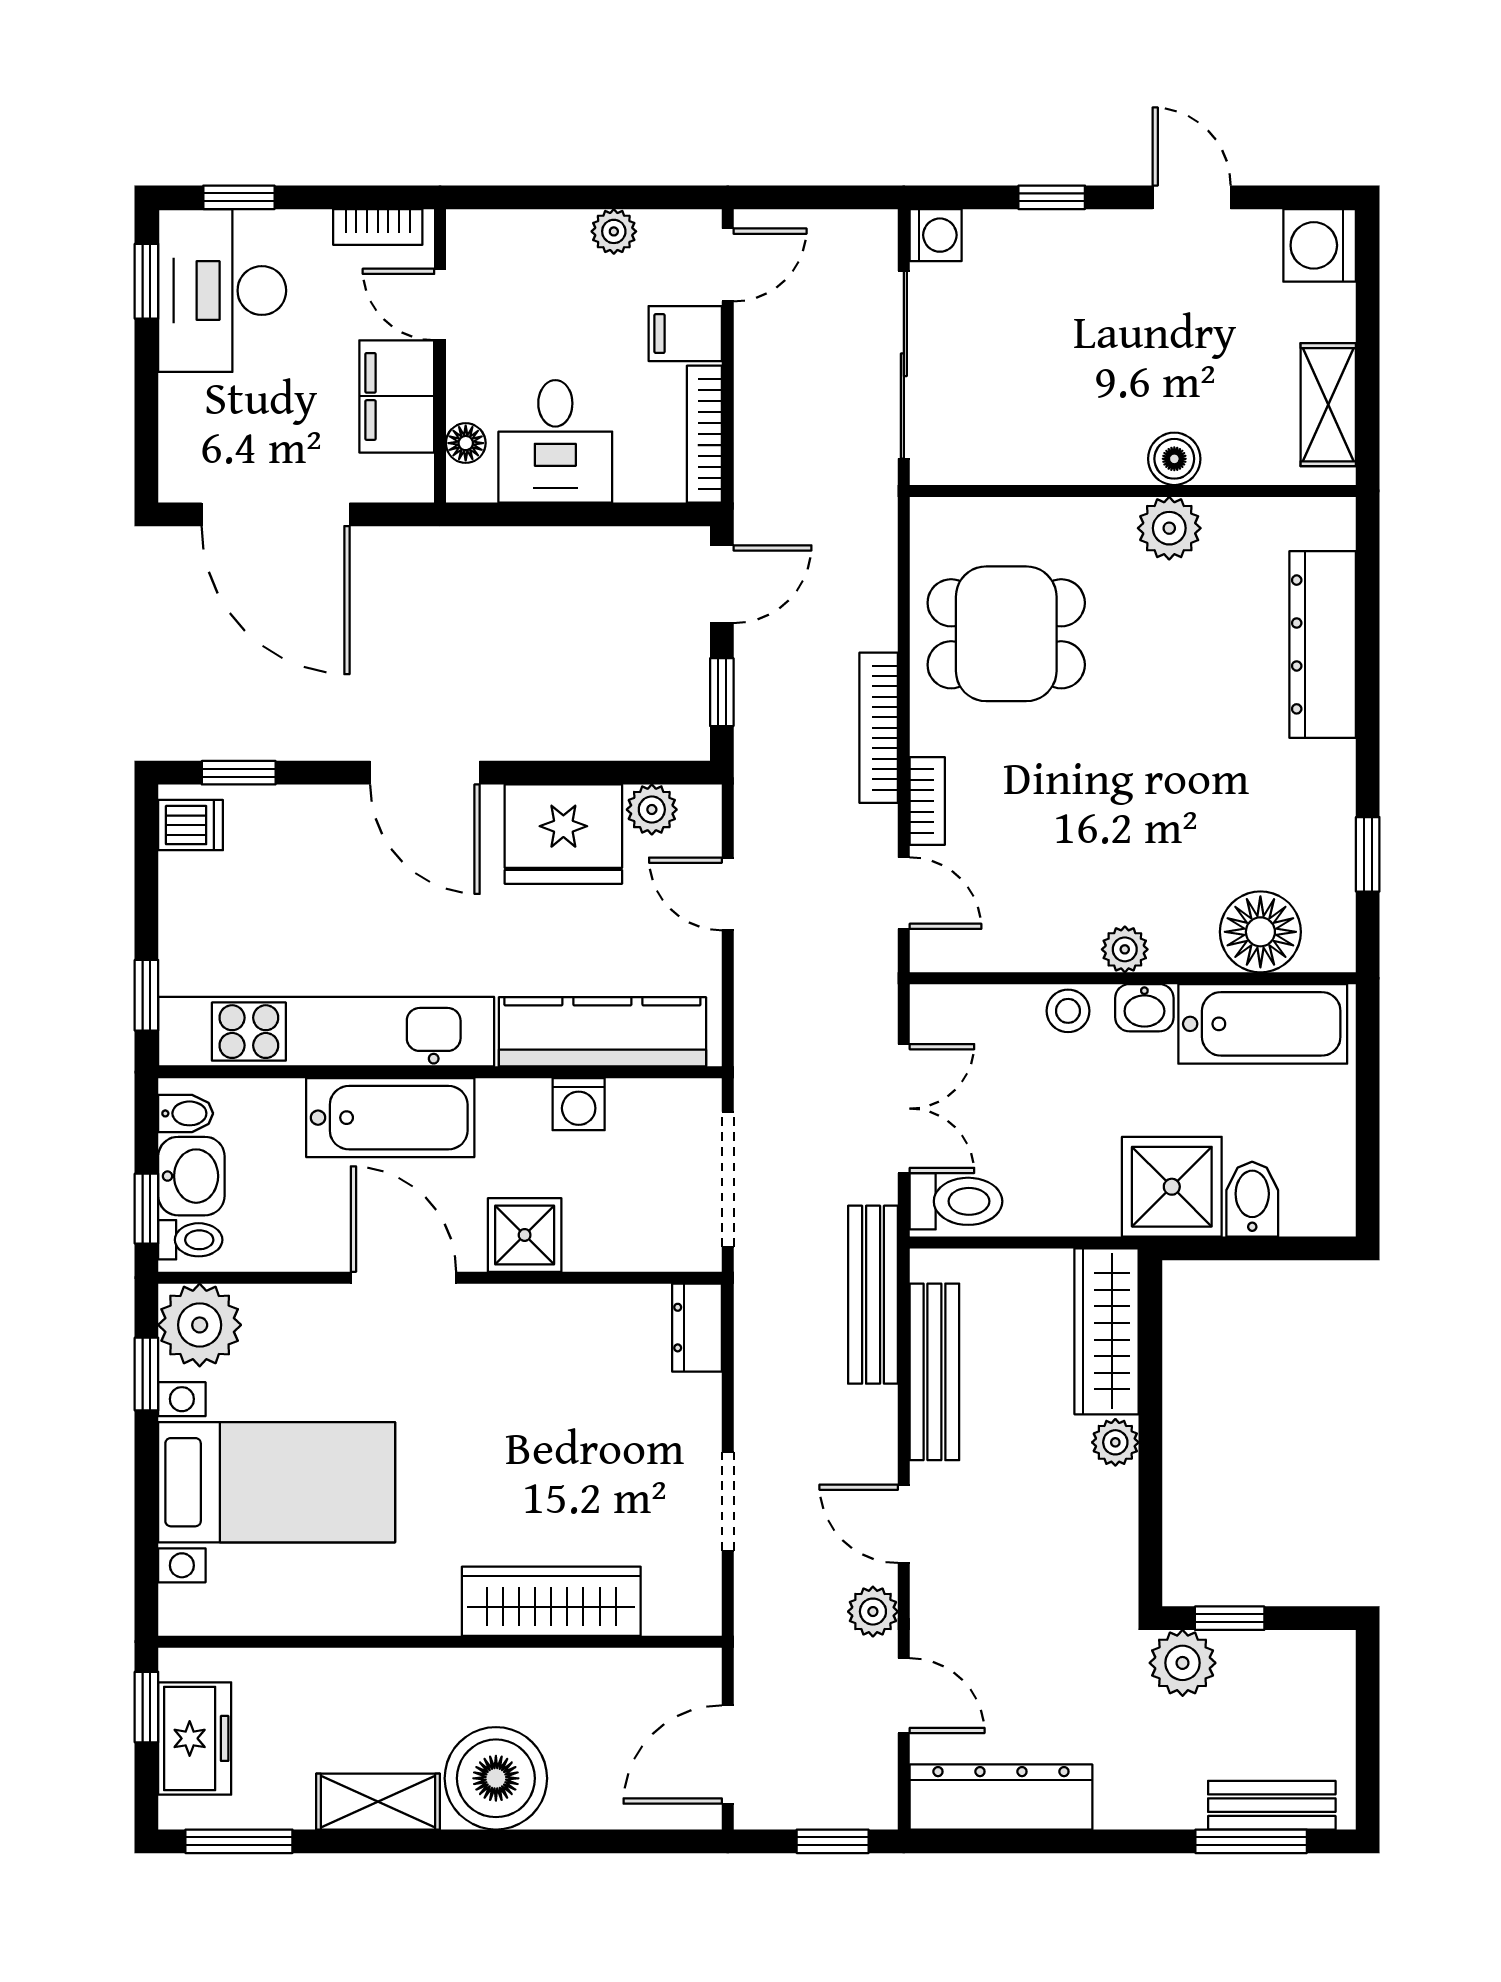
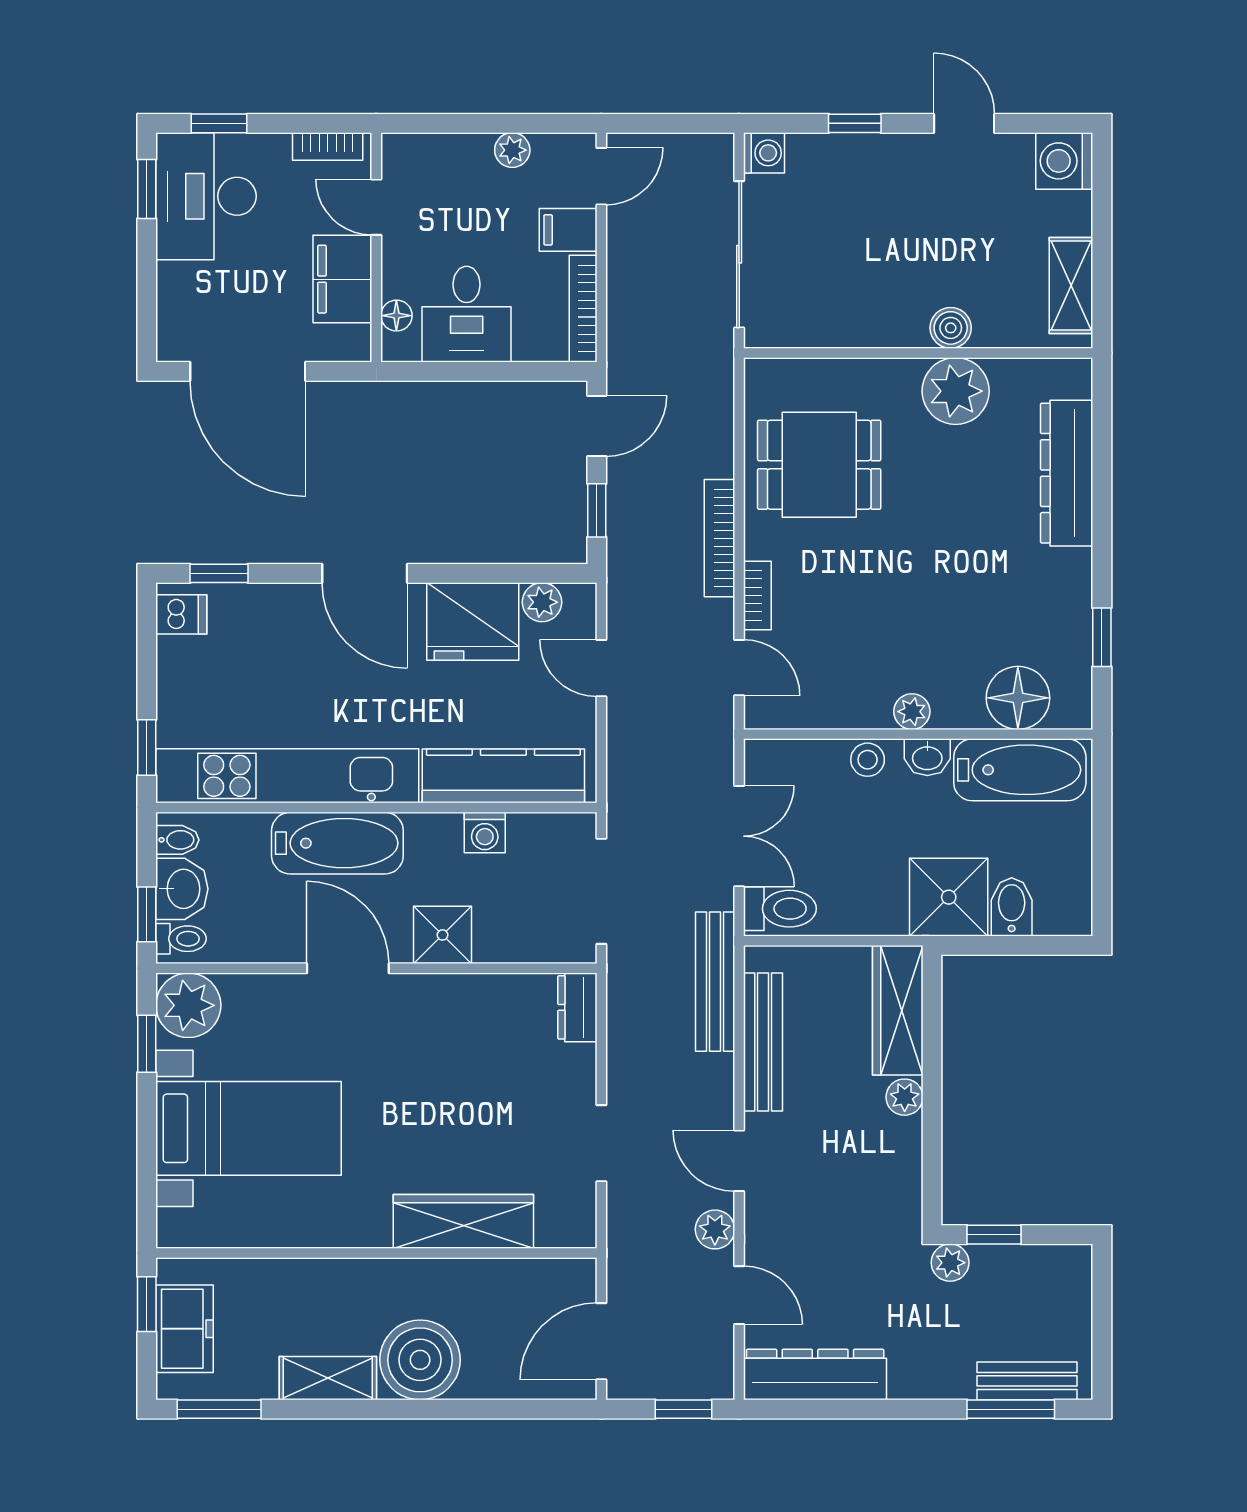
plant: (1169, 528) -> (956, 391), width x1.36, depth x1.36
plant: (1183, 1663) -> (950, 1263), width x0.73, depth x0.73

